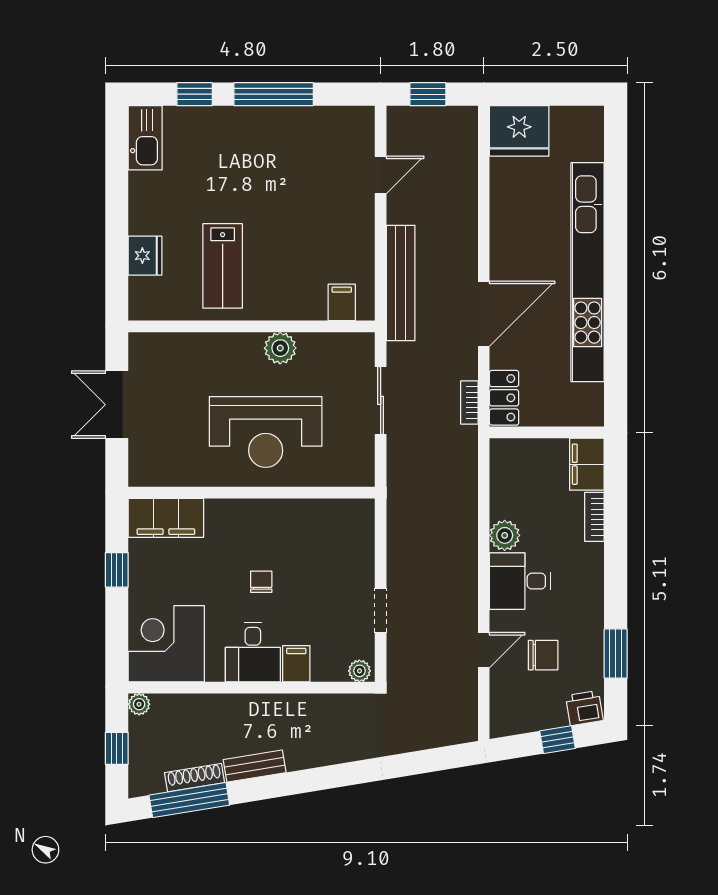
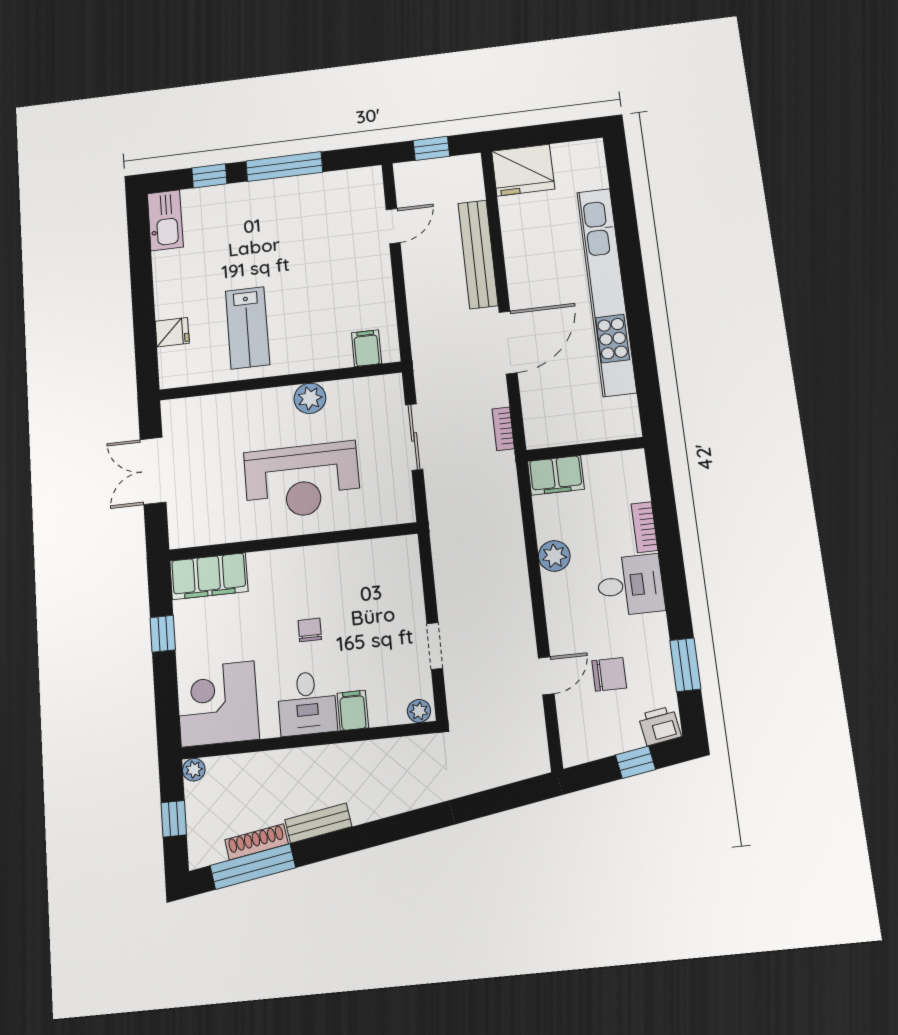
fridge: (145, 256) -> (172, 332), width x0.72
bench: (401, 283) -> (478, 254), moved
locker: (504, 398) -> (538, 420), removed
filing cabinet: (587, 464) -> (556, 475), moved, turned -90
desk: (520, 581) -> (630, 585), moved, turned 180

